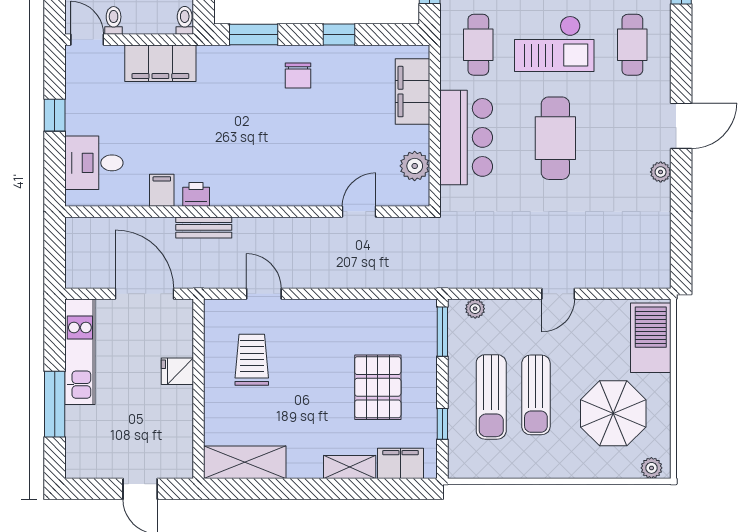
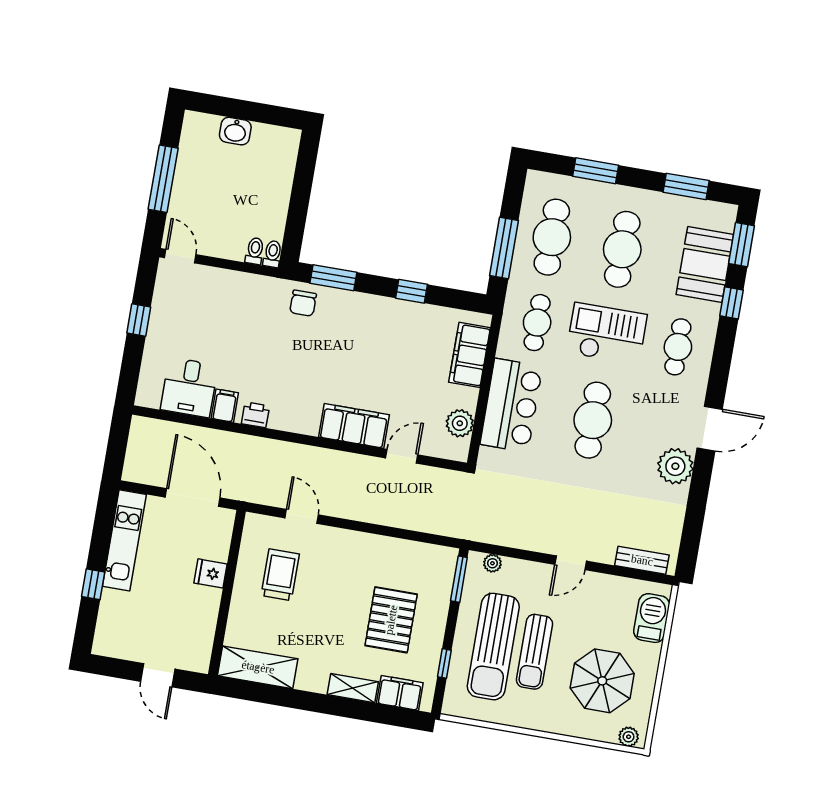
toilet: (114, 20) -> (255, 251), moved
checkout: (554, 44) -> (607, 334), turned 180
filing cabinet: (160, 63) -> (354, 426), moved, turned 180
chair: (298, 75) -> (303, 303), moved
desk: (94, 163) -> (189, 387), moved, turned -90
plant: (661, 172) -> (675, 466), width x1.87, depth x1.87
bench: (204, 227) -> (642, 560), moved
barbecue: (651, 338) -> (652, 618), width x0.73, depth x0.83
sun lounger: (491, 397) -> (493, 647), width x1.36, depth x1.34
window: (55, 404) -> (93, 584), width x0.46

